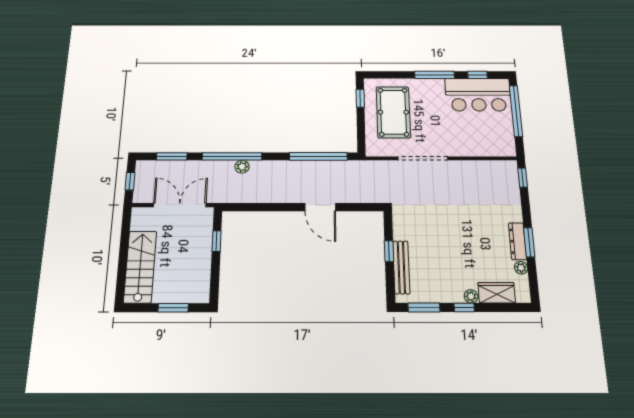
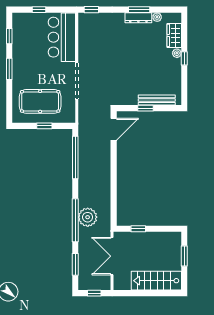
window: (435, 75) -> (9, 69), width x0.69
bar counter: (478, 95) -> (62, 37), moved, turned 180
window: (360, 98) -> (44, 126), moved
window: (516, 111) -> (39, 10), width x0.32
plant: (242, 167) -> (88, 217), width x1.87, depth x1.87
door: (320, 207) -> (114, 129), moved
window: (424, 307) -> (184, 86), removed

